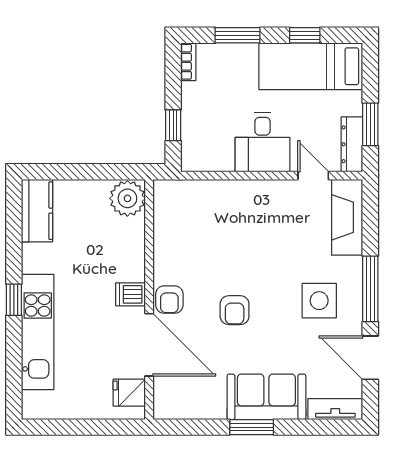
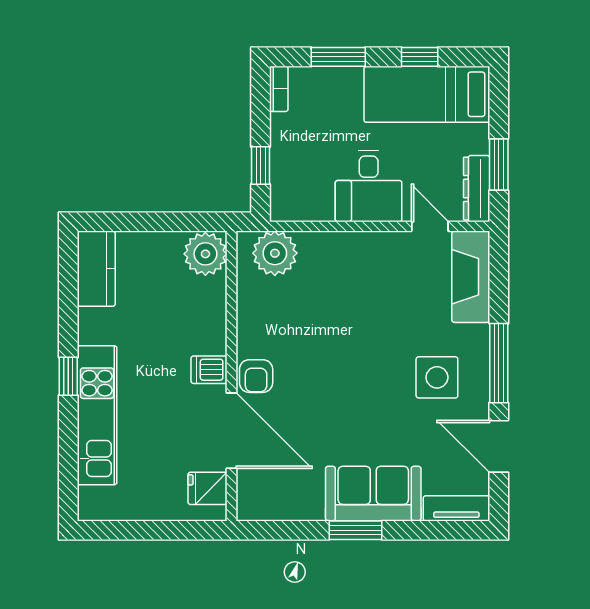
plant: (185, 198) -> (275, 253), added
armchair: (235, 310) -> (335, 389), removed

